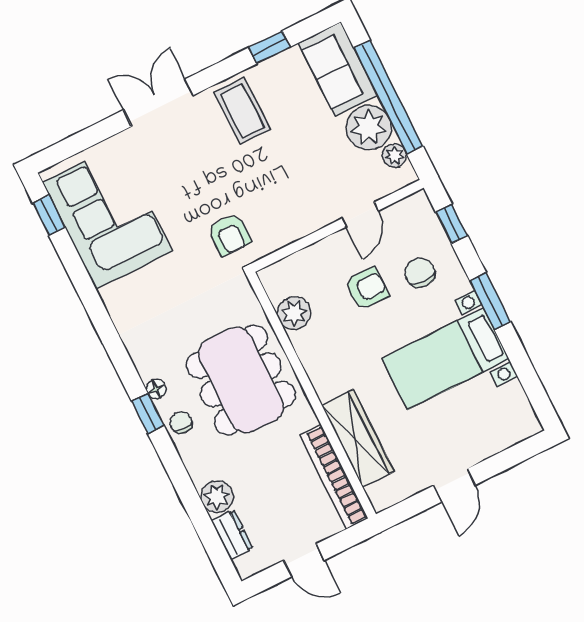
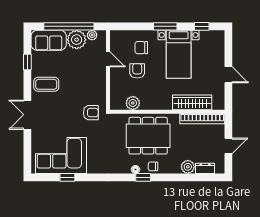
window: (49, 215) -> (67, 177), moved
window: (452, 224) -> (202, 26), moved

